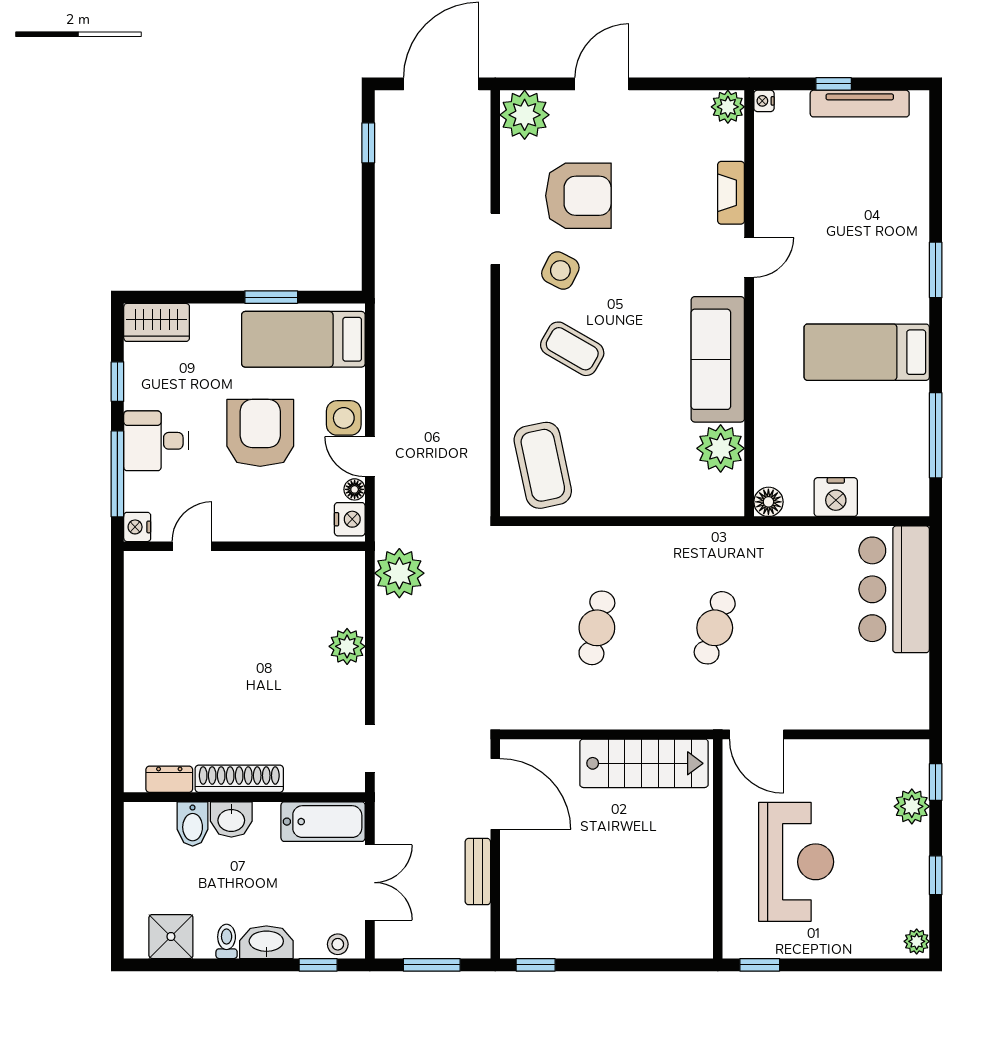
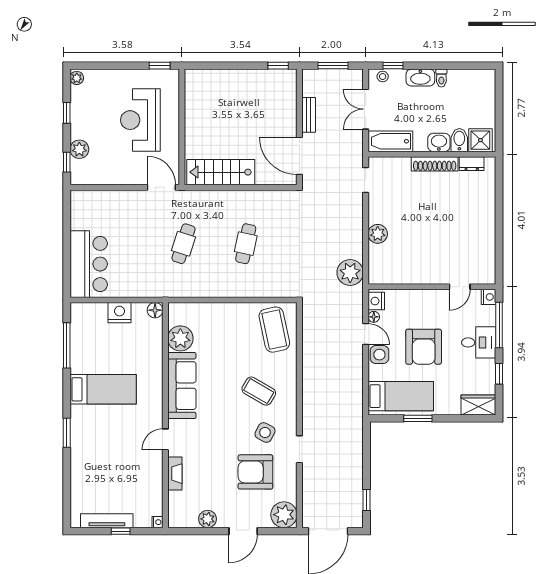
plant: (728, 107) -> (208, 519), moved
shower: (171, 937) -> (480, 140), moved

